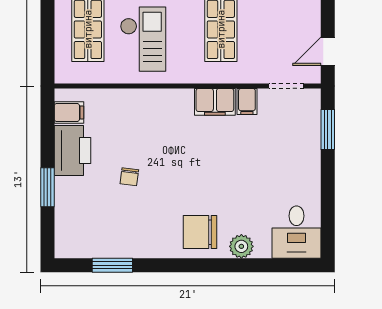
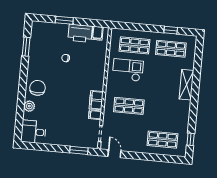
checkout: (143, 39) -> (128, 70), turned 180

